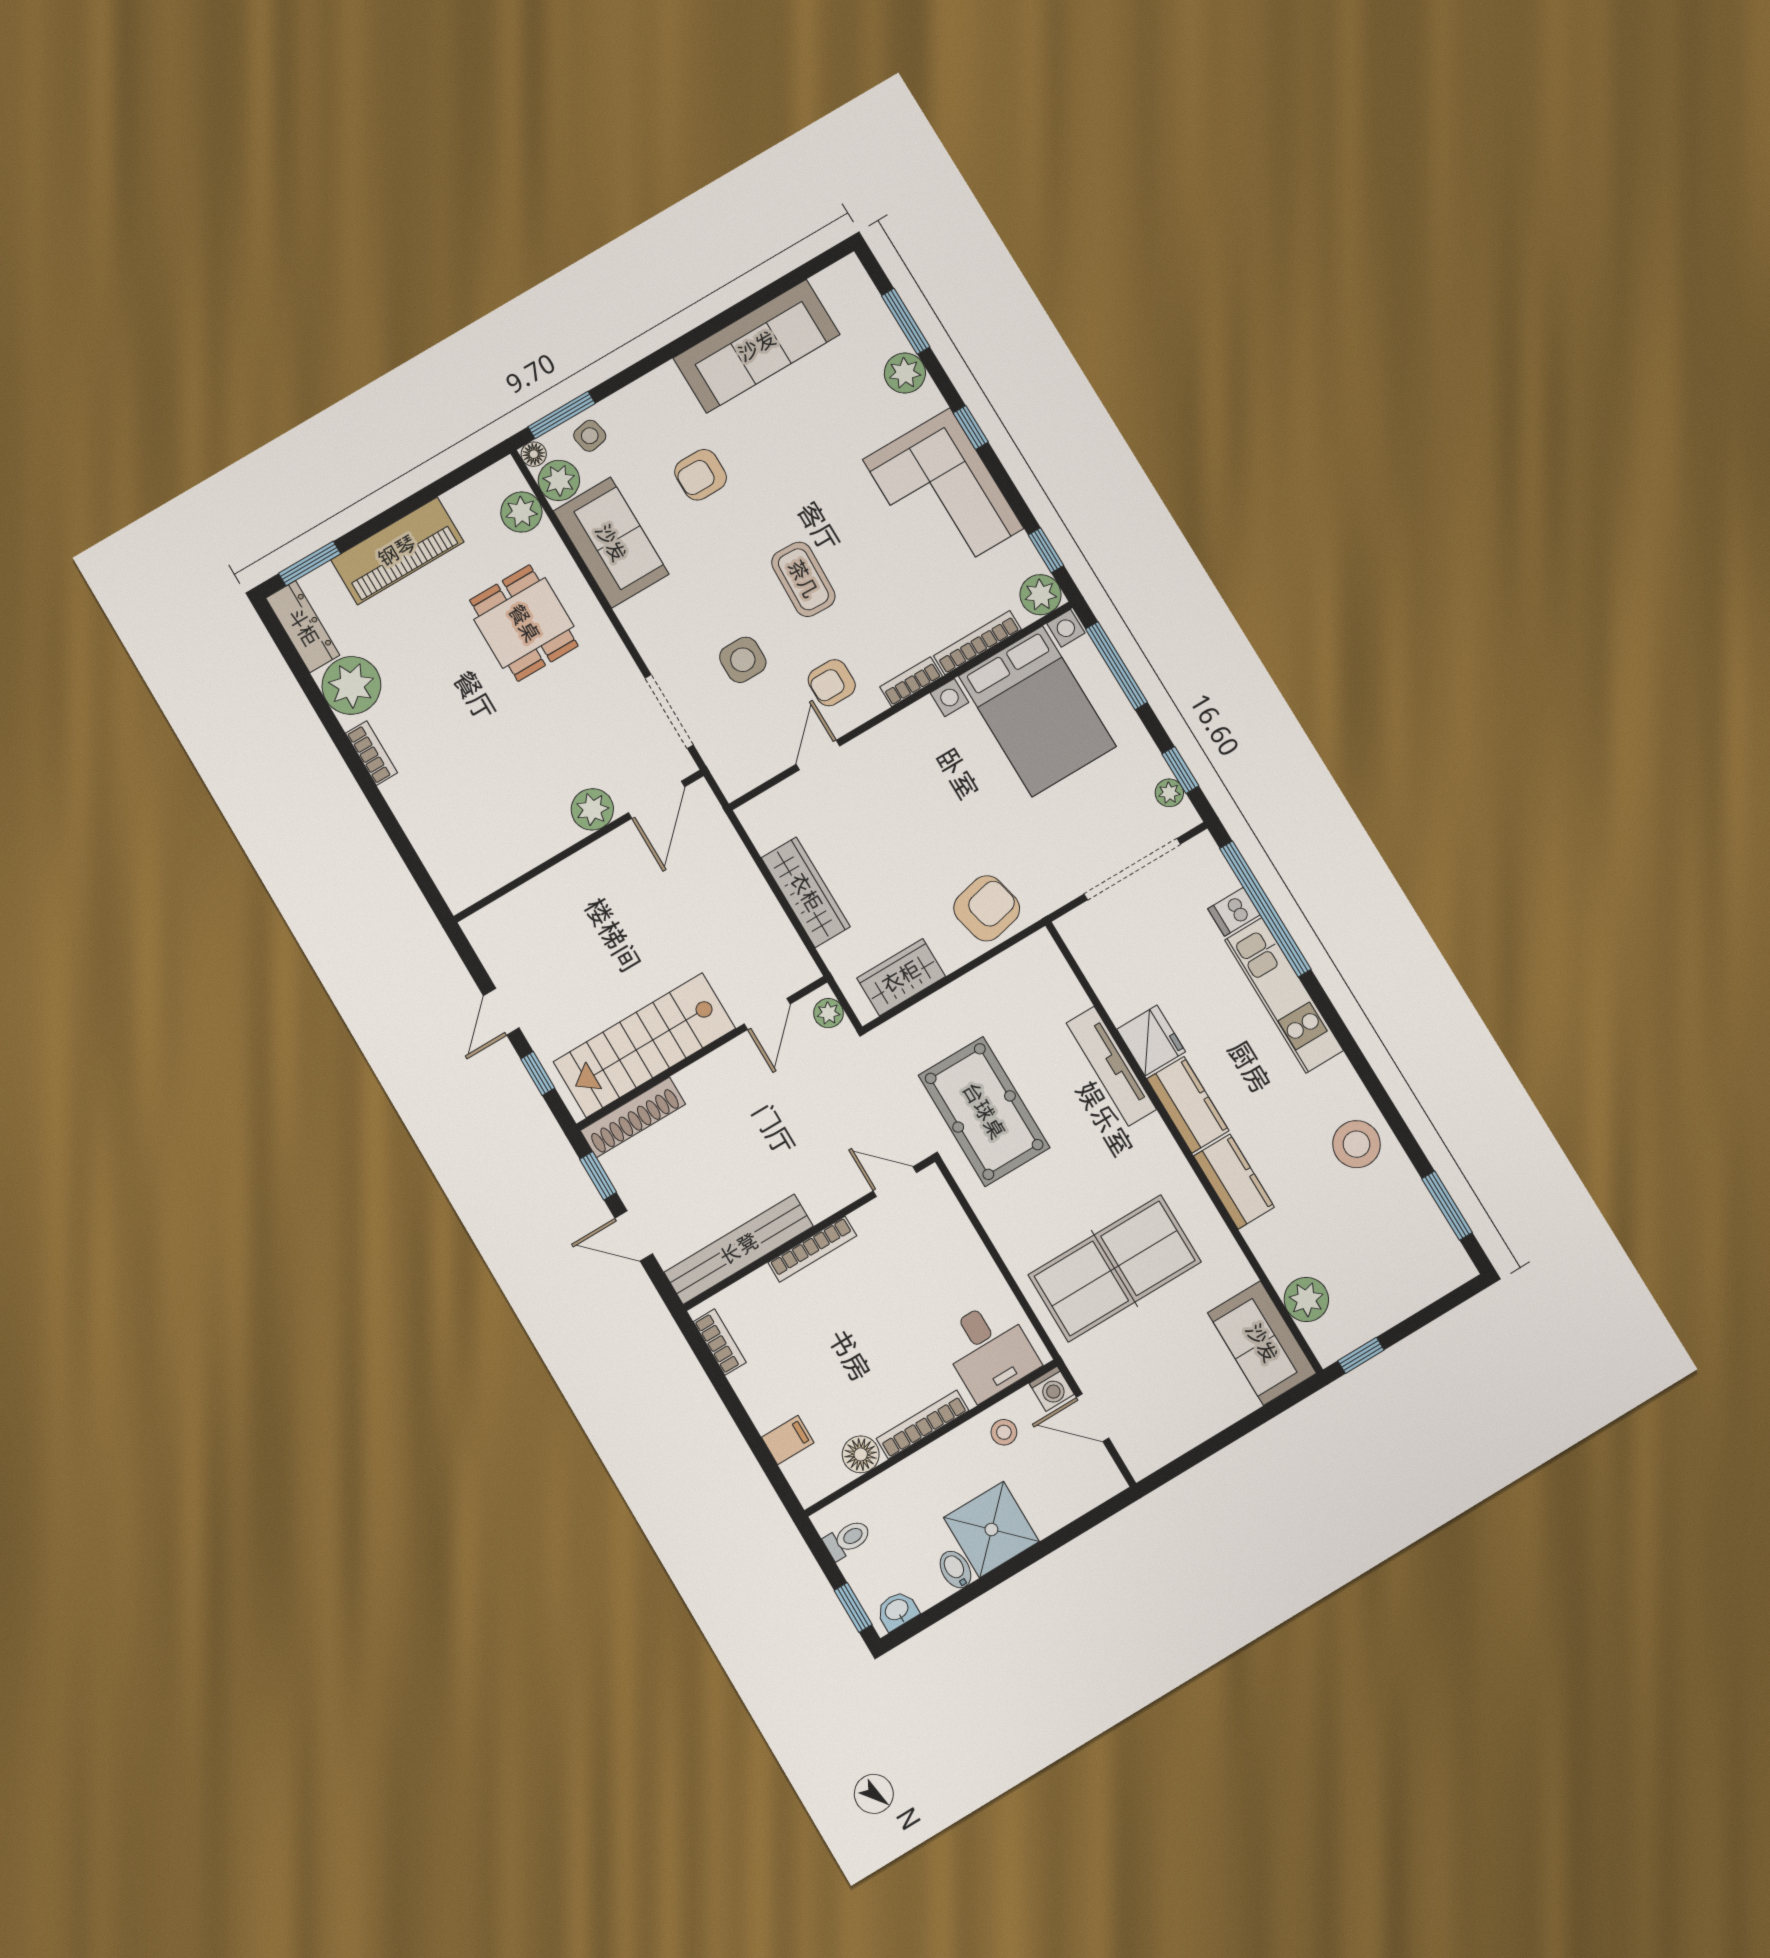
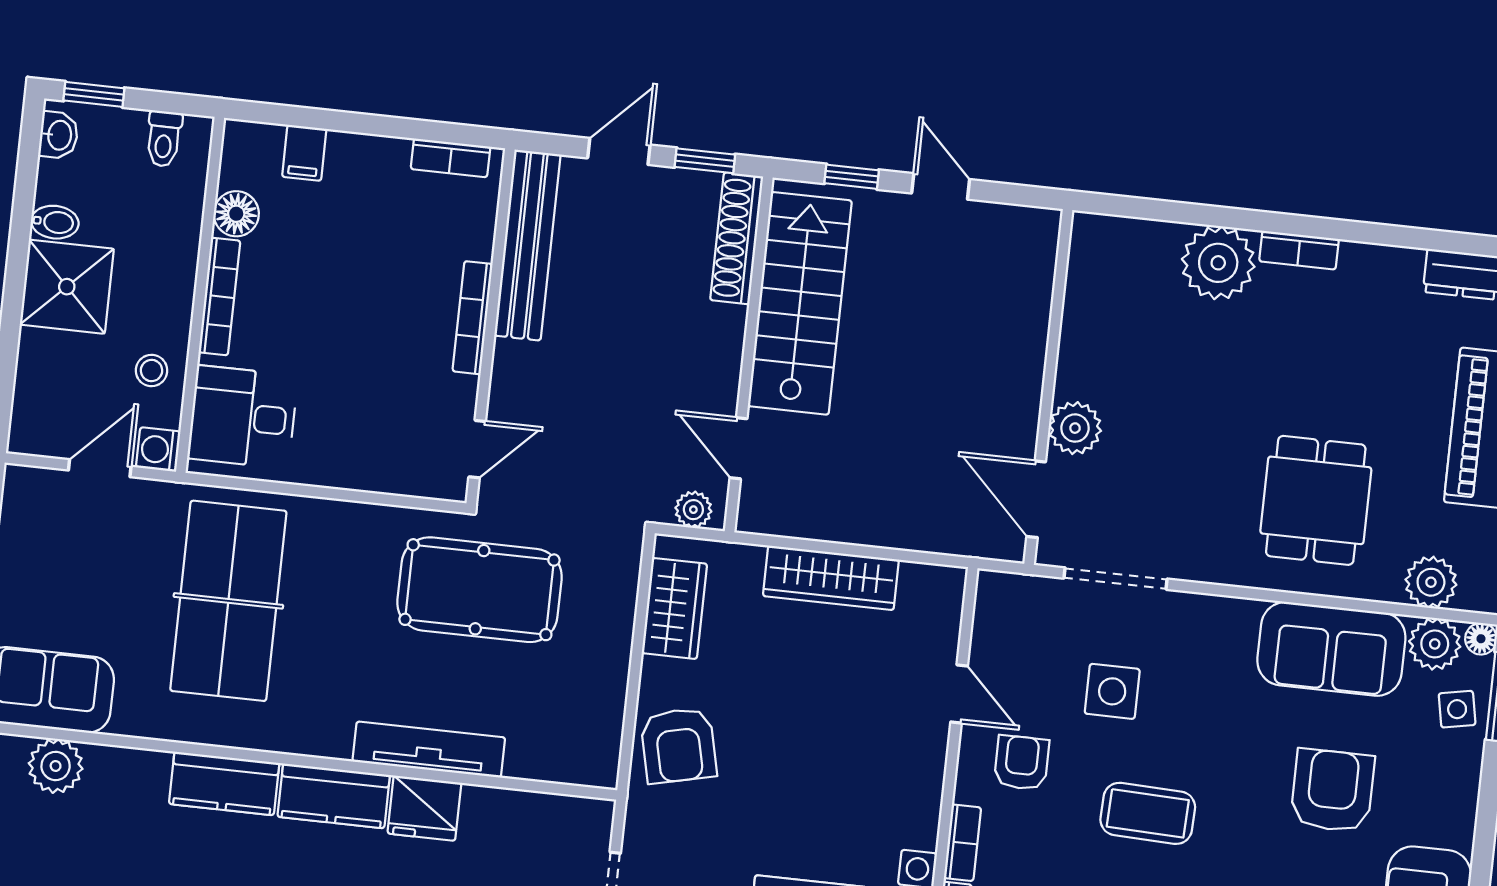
armchair: (701, 475) -> (1332, 791), width x1.38, depth x1.38
dining table: (524, 623) -> (1316, 500), turned 90
plant: (351, 685) -> (1218, 263), moved

